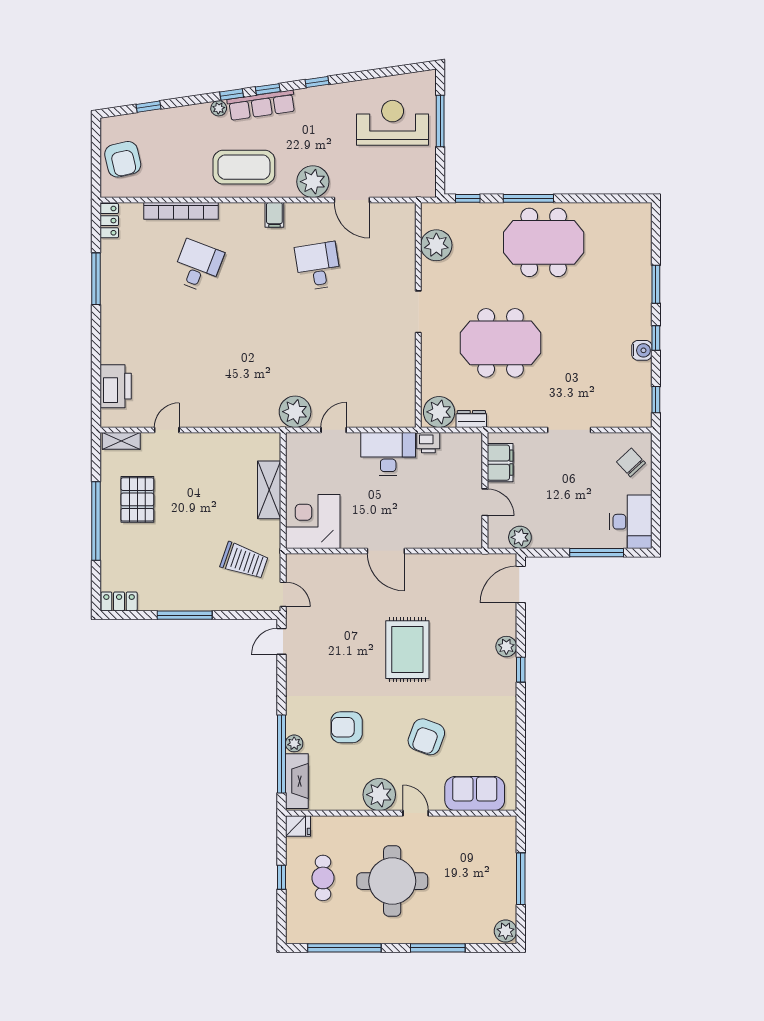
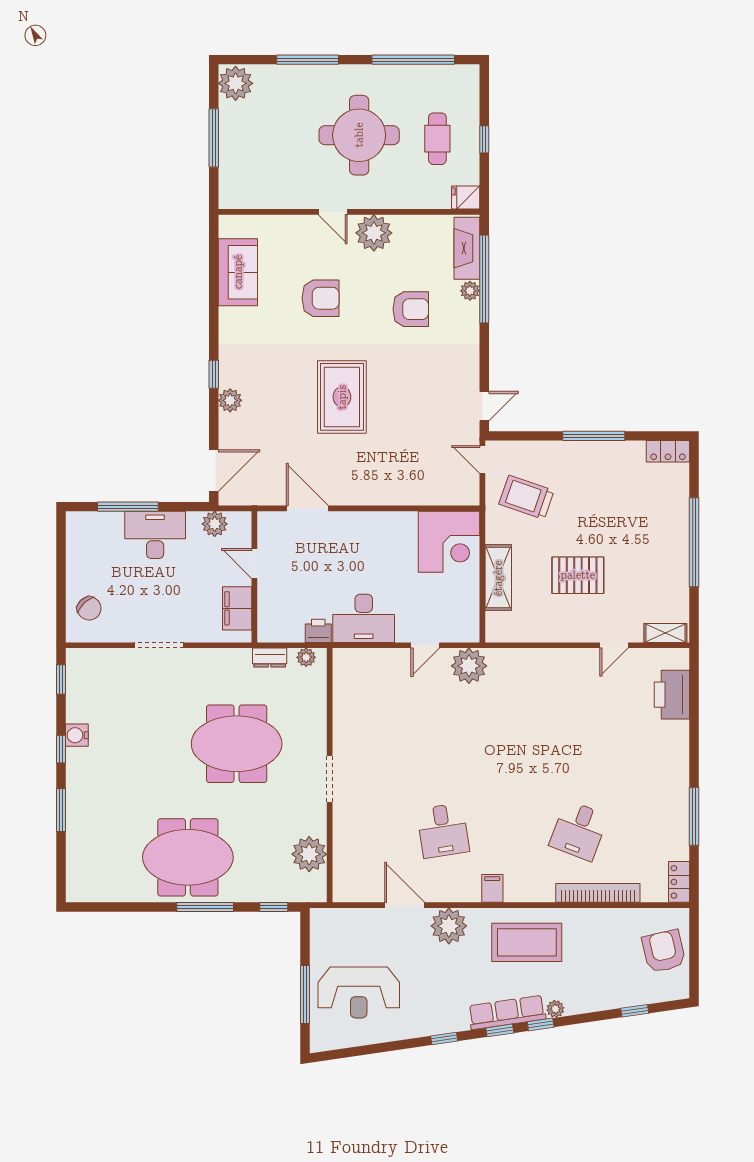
plant: (439, 412) -> (306, 657), width x0.53, depth x0.53
pallet: (137, 499) -> (578, 575), moved, turned 90
desk: (631, 522) -> (155, 535), moved, turned 90
door: (386, 551) -> (307, 508), moved
armchair: (426, 737) -> (320, 298), turned 70
sofa: (475, 794) -> (238, 272), moved, turned -90
plant: (506, 931) -> (236, 83), width x1.36, depth x1.36

